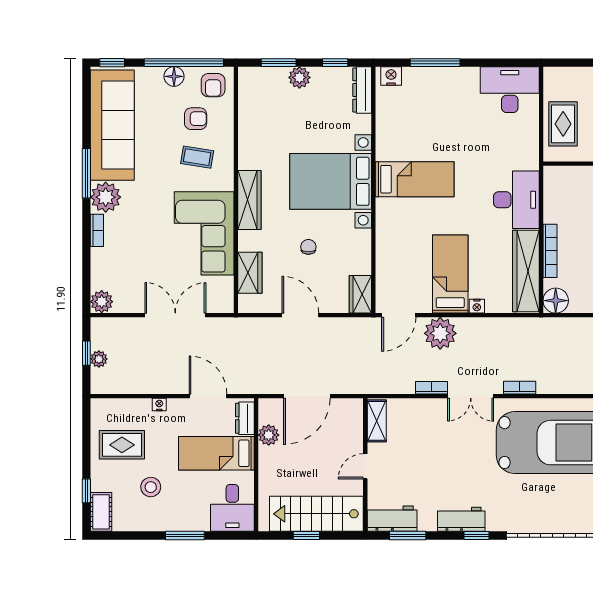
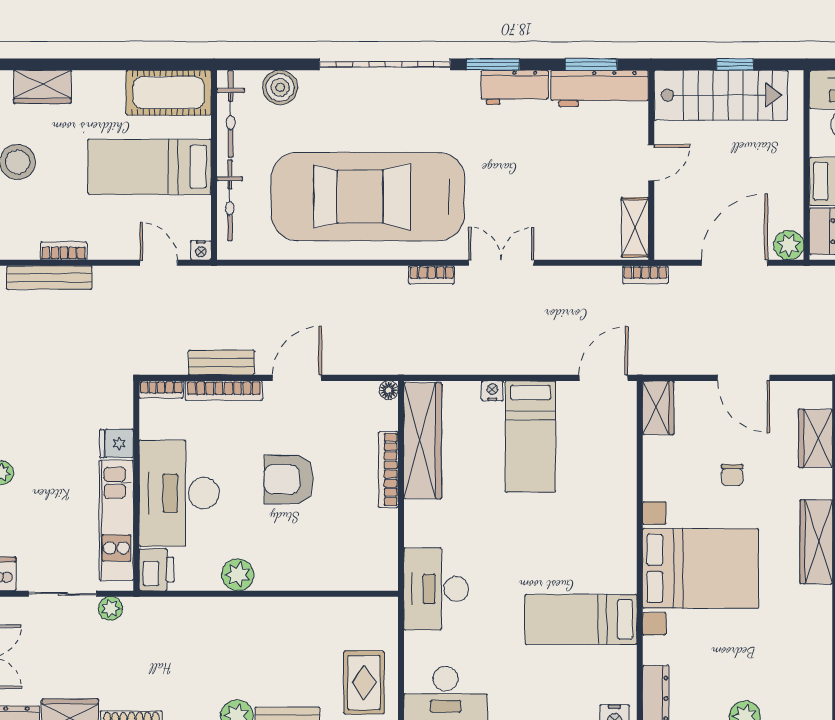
rug: (563, 124) -> (364, 683), moved
bed: (415, 179) -> (581, 619), moved
desk: (516, 200) -> (436, 589), moved
floor lamp: (556, 301) -> (389, 390), width x0.53, depth x0.53
plant: (440, 333) -> (545, 352), removed
bookcase: (432, 388) -> (645, 275), moved
plant: (269, 435) -> (789, 245), moved
workbench: (392, 519) -> (600, 88), width x1.38
window: (476, 535) -> (493, 64), width x1.50

